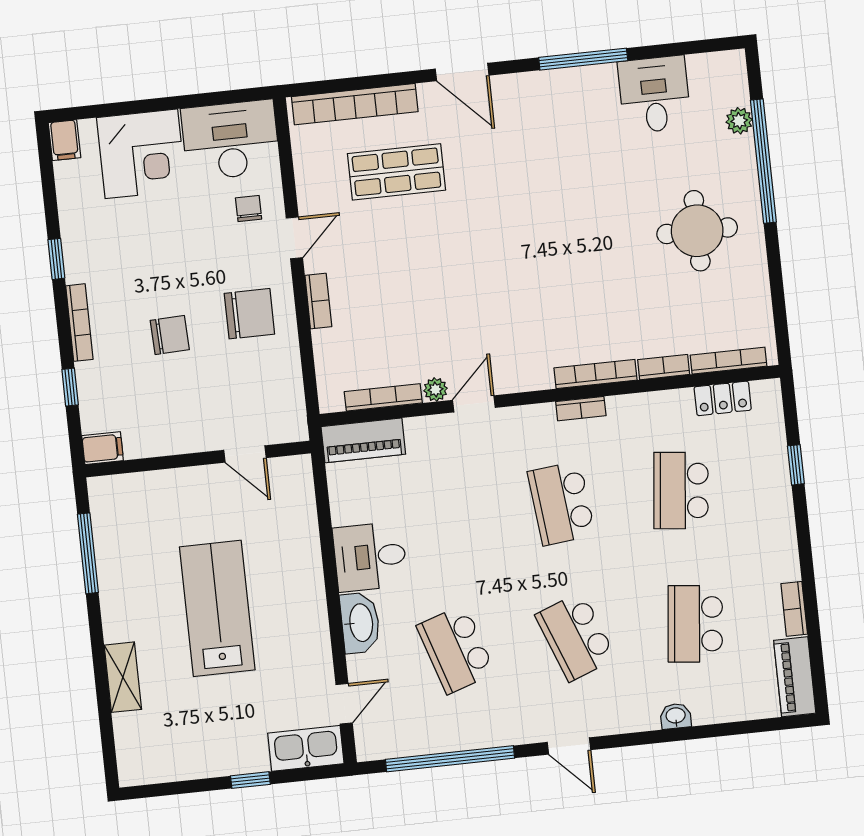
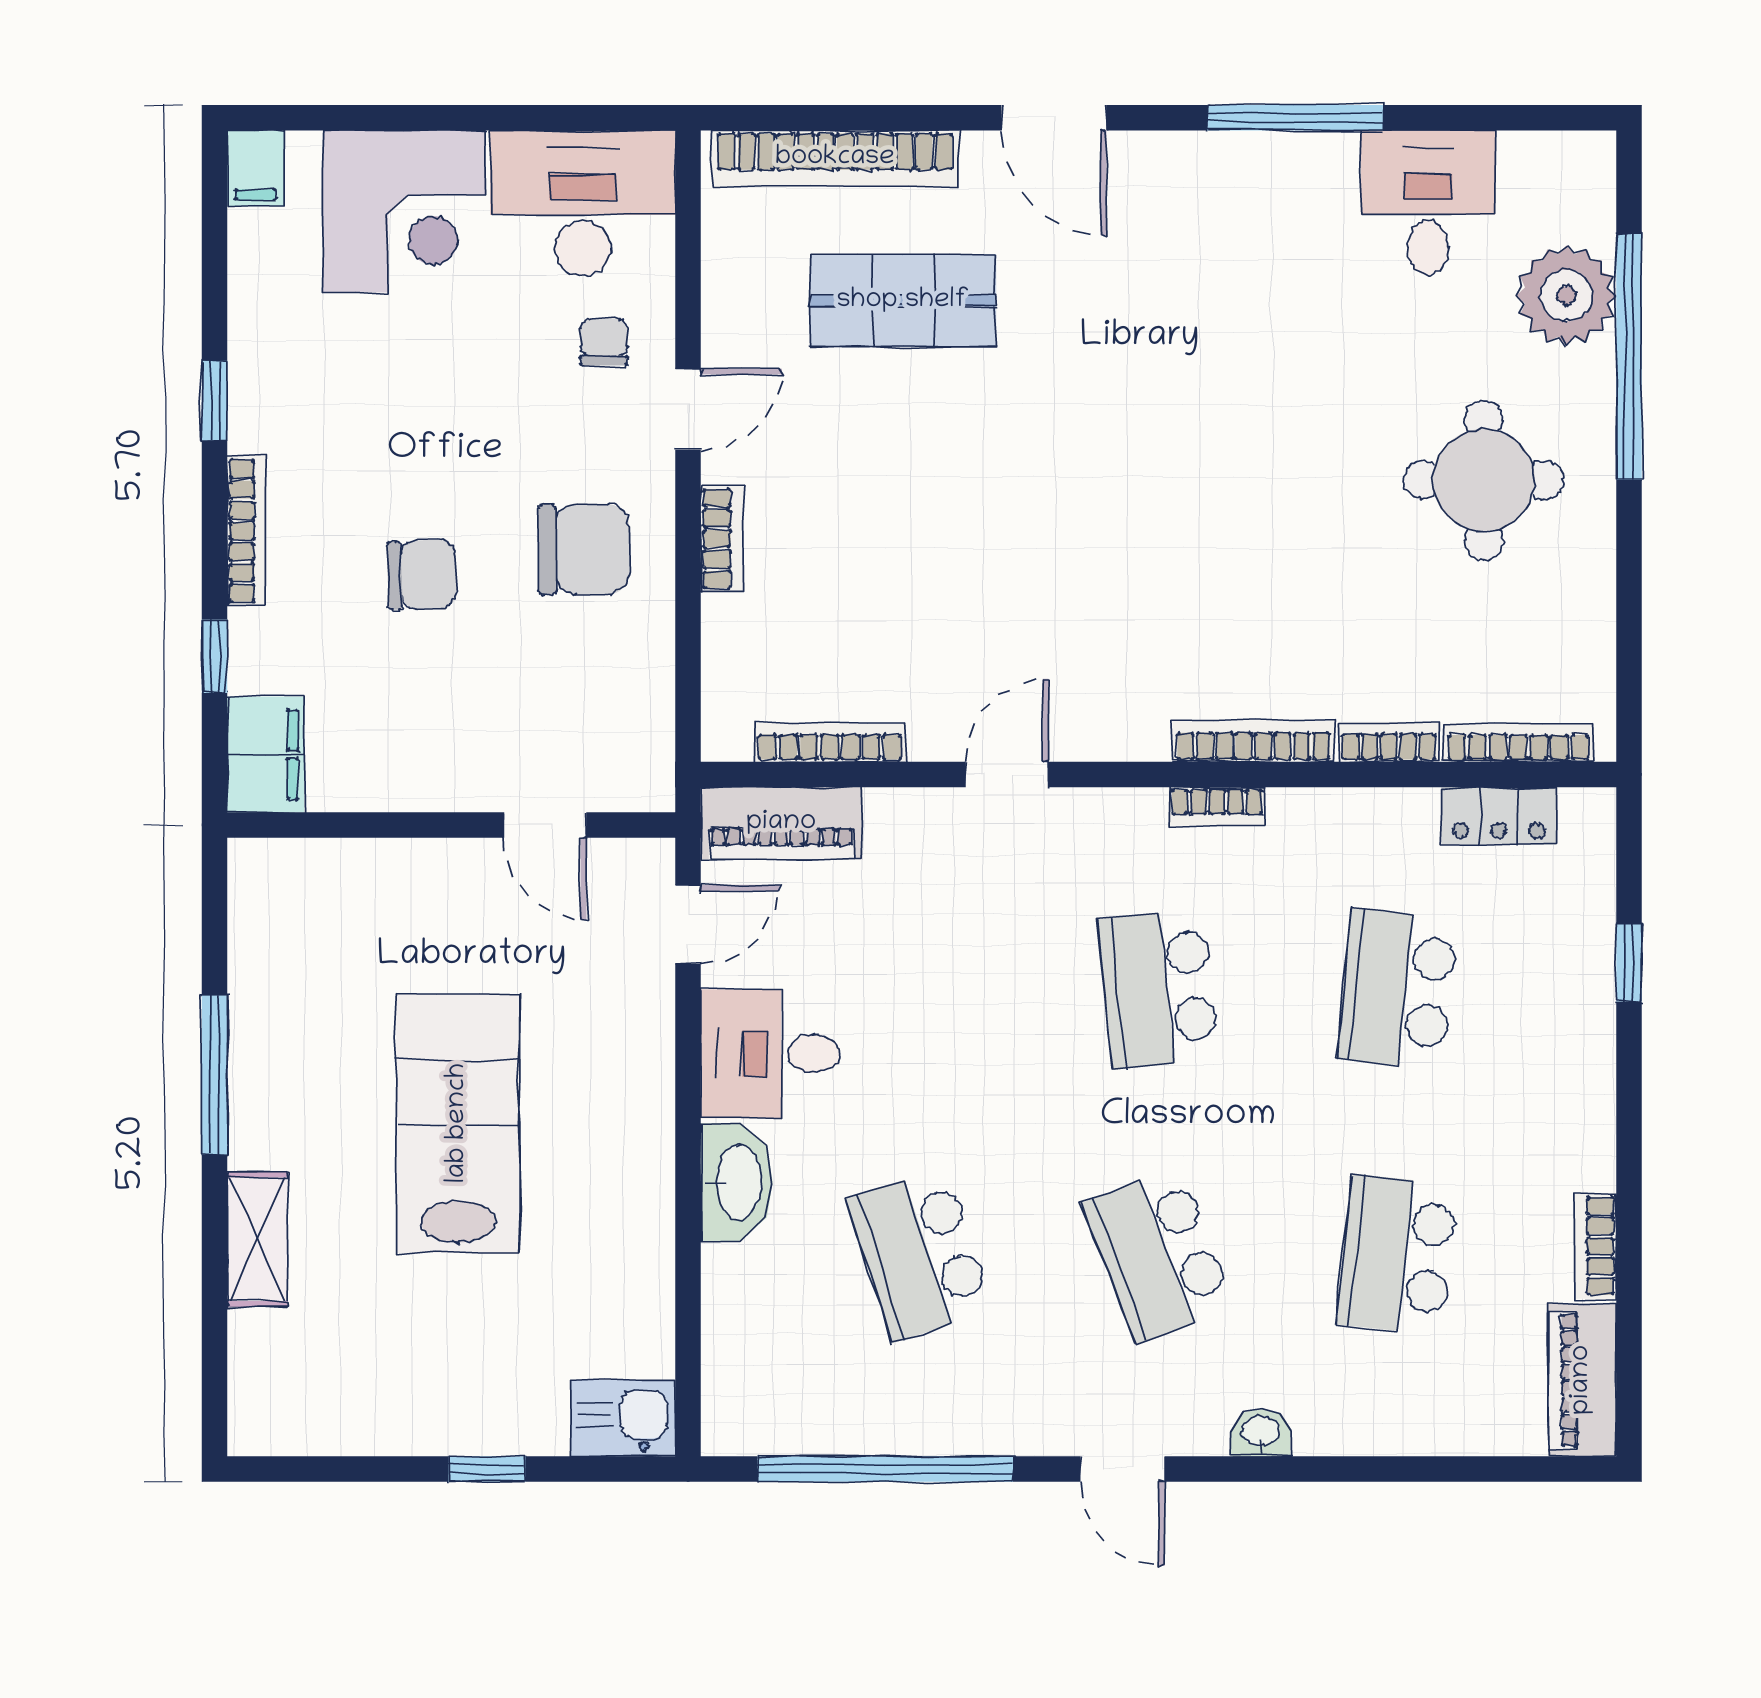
plant: (739, 121) -> (1566, 296), width x1.88, depth x1.88
plant: (435, 389) -> (934, 738), removed
filing cabinet: (103, 448) -> (266, 755), width x2.00
window: (88, 553) -> (215, 1075), moved
door: (344, 704) -> (688, 924), moved
washbasin: (676, 716) -> (1261, 1433), moved
kitchen sink: (306, 748) -> (623, 1418), width x0.73

